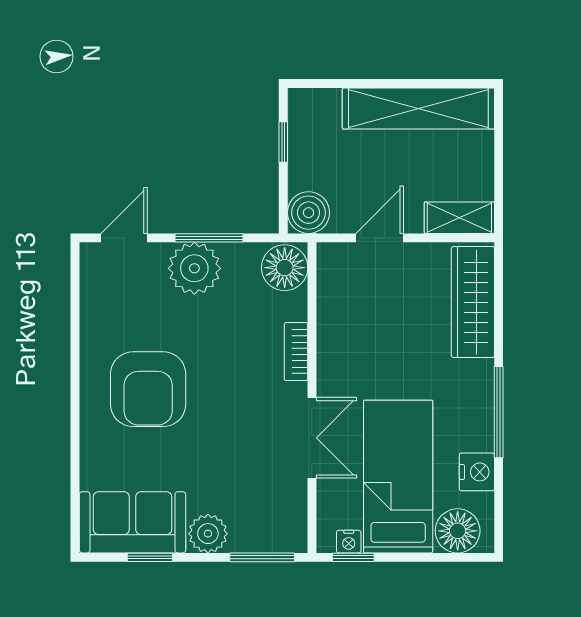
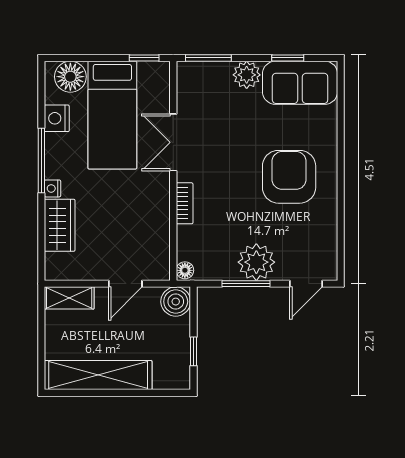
floor lamp: (285, 268) -> (185, 270), width x0.53, depth x0.53
wardrobe: (473, 302) -> (60, 225), width x0.67
nightstand: (349, 542) -> (52, 188), moved, turned -90

